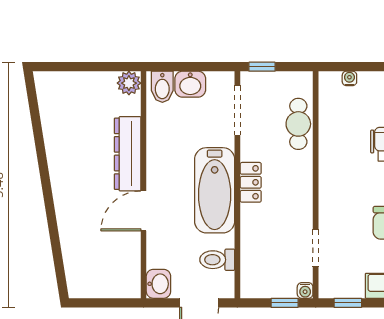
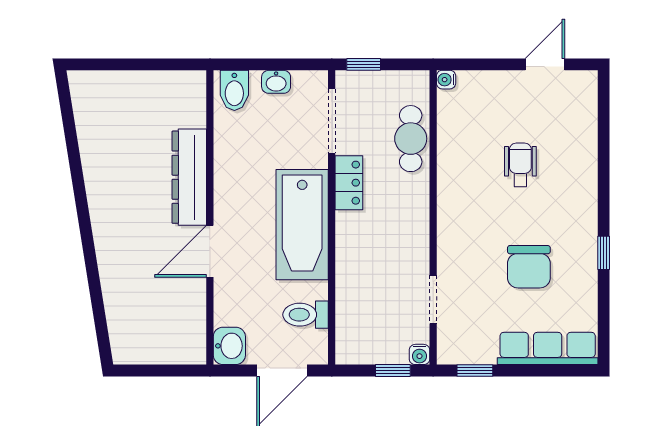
water cooler: (349, 78) -> (446, 80), moved, turned -90
plant: (129, 83) -> (191, 86), removed
washbasin: (190, 84) -> (276, 82), width x0.72, depth x0.69
locker: (251, 182) -> (349, 183), moved

